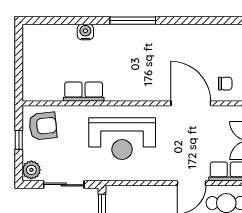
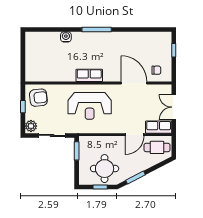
row of seats: (84, 92) -> (89, 75), moved

